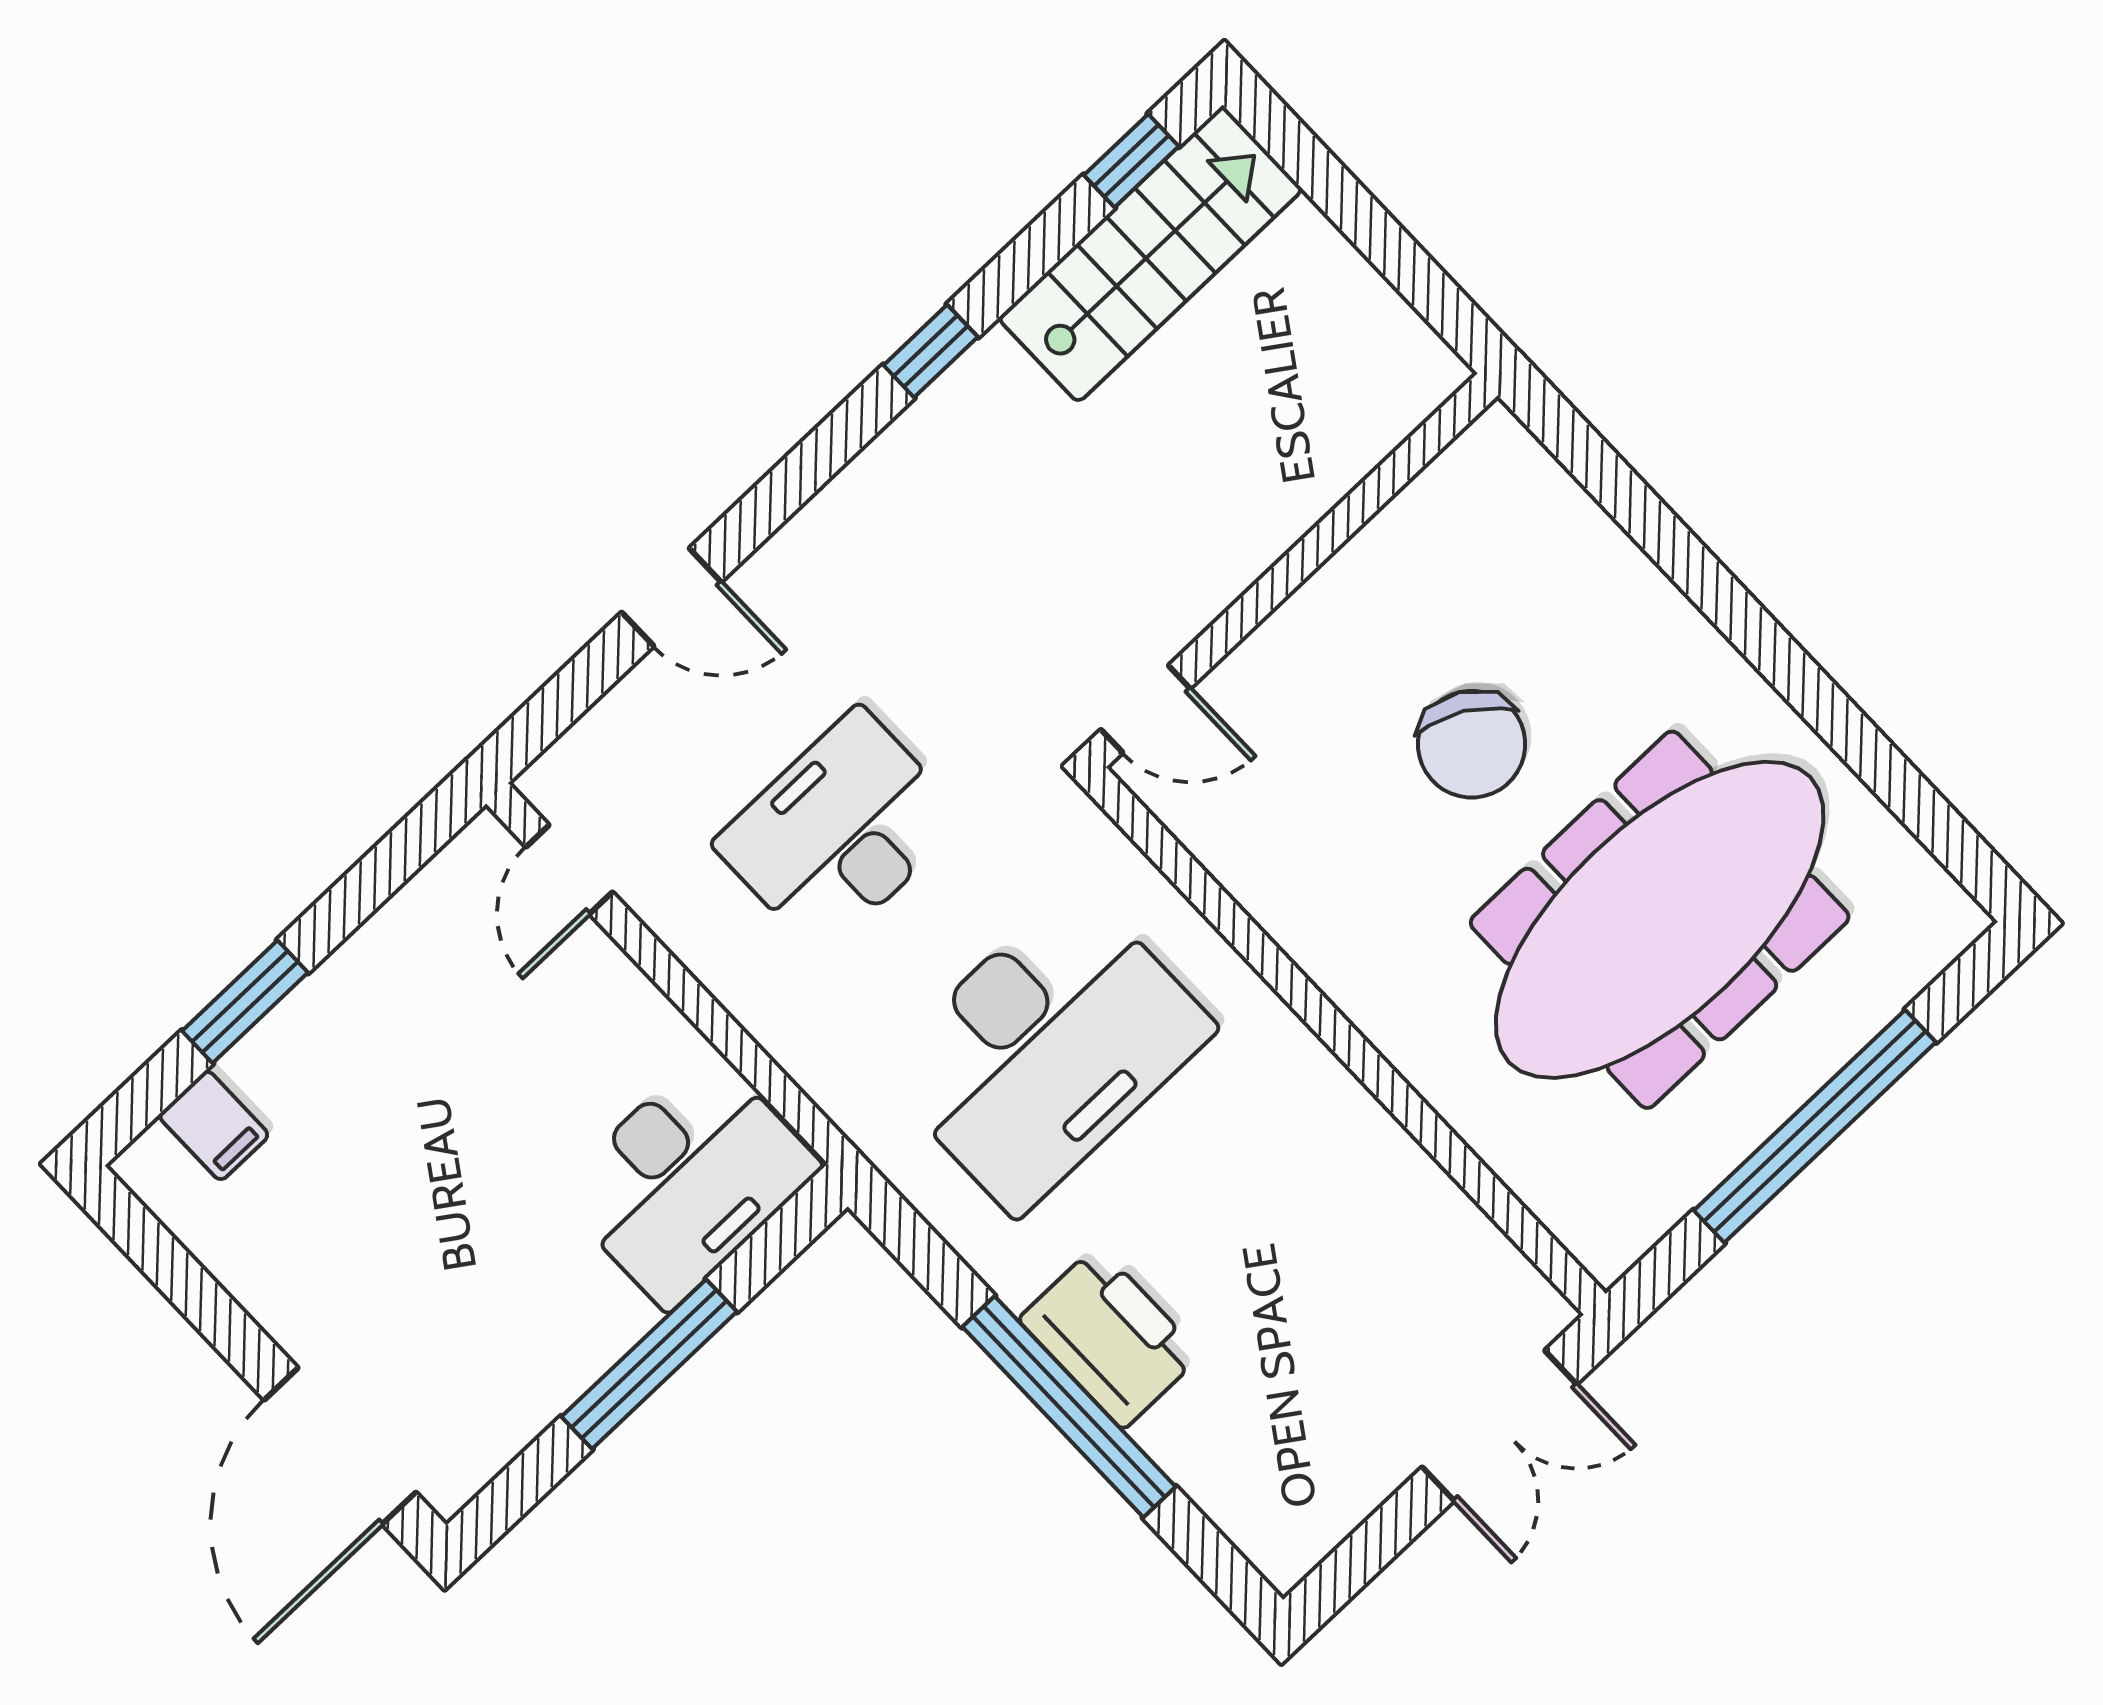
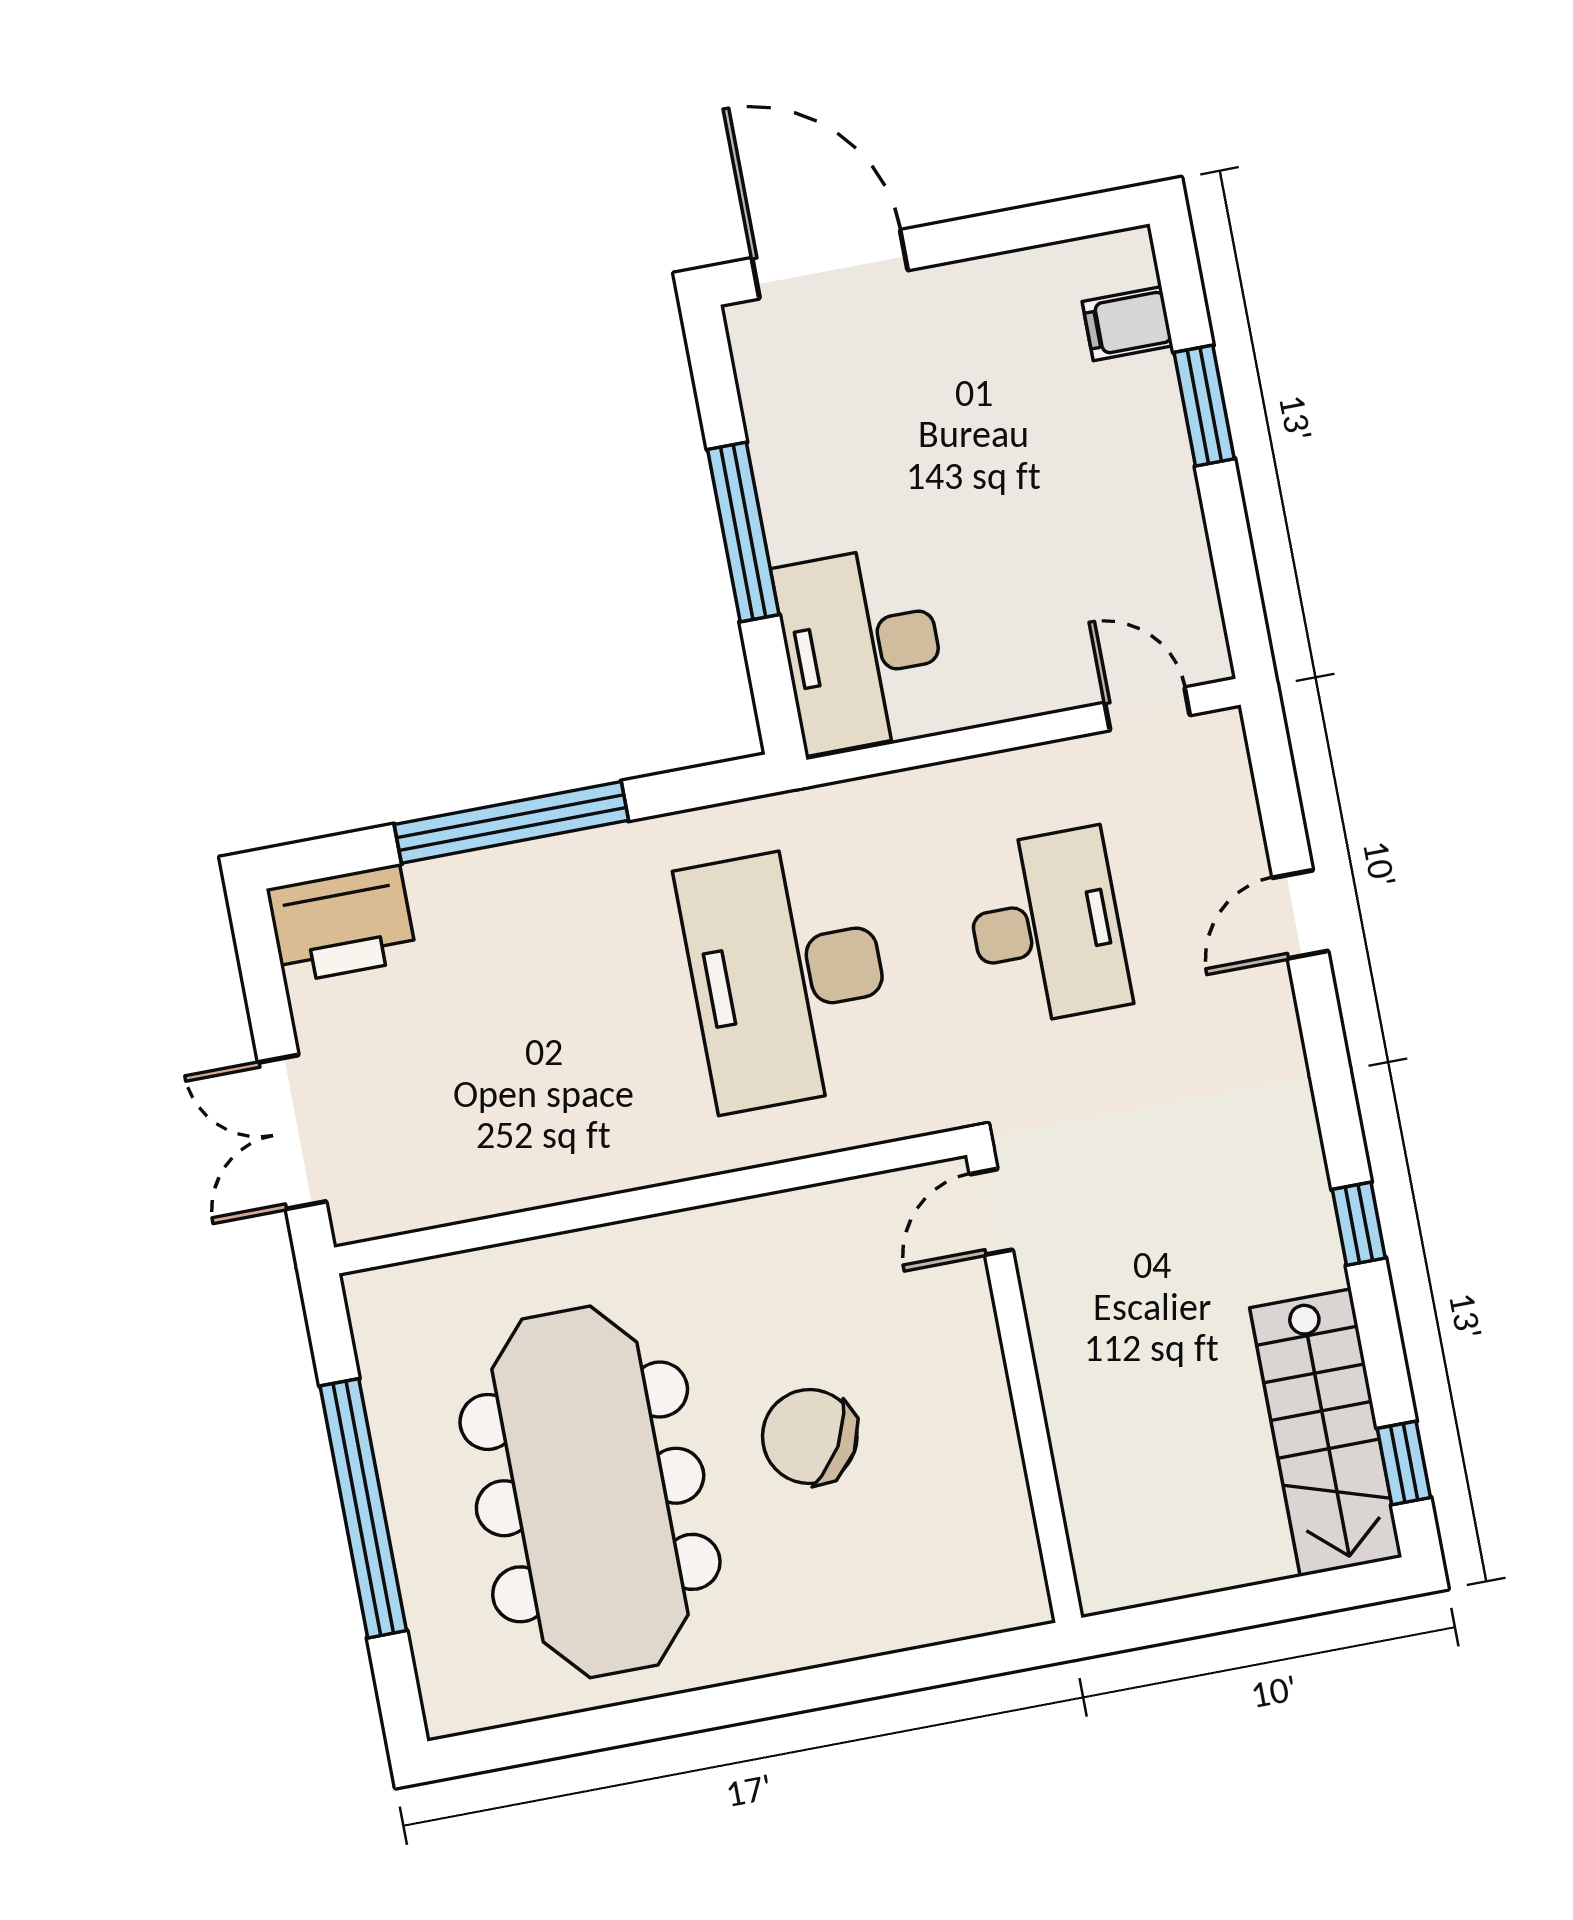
printer: (1110, 1337) -> (342, 924), moved

